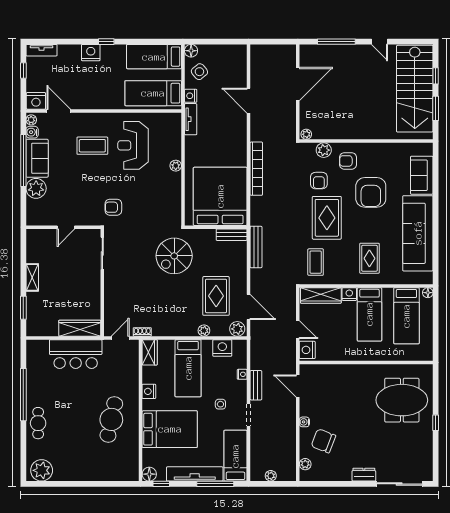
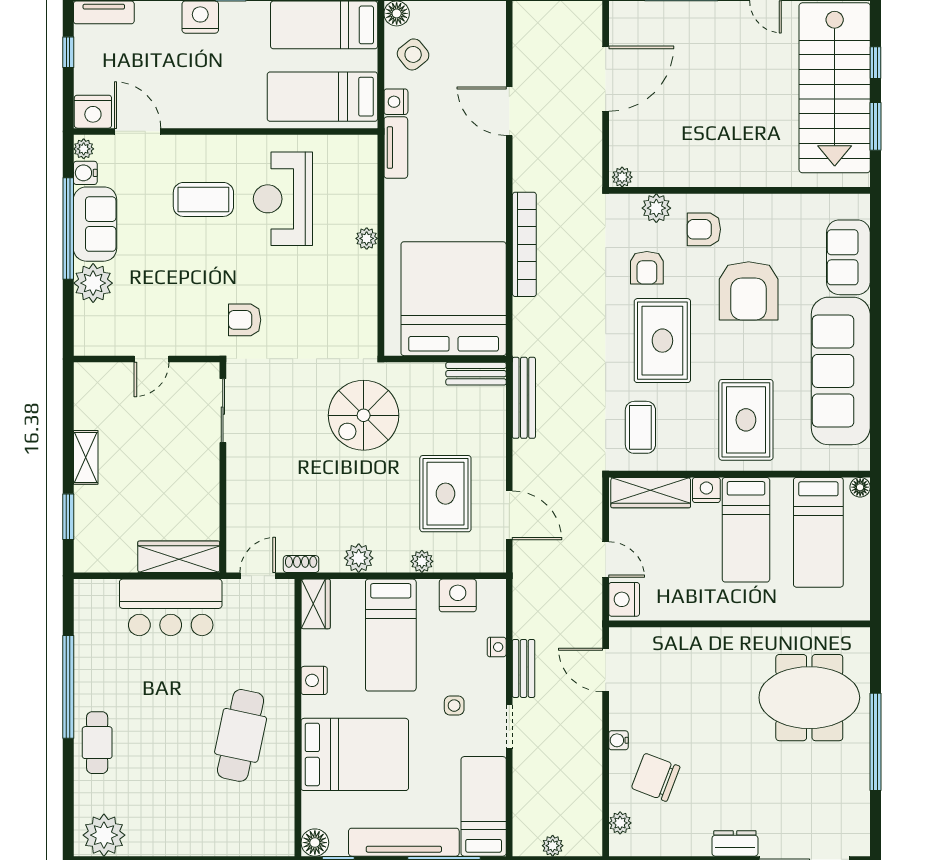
rug: (369, 258) -> (746, 420), width x1.36, depth x1.43
plant: (237, 329) -> (359, 558), moved
window: (436, 423) -> (875, 742), width x3.17

